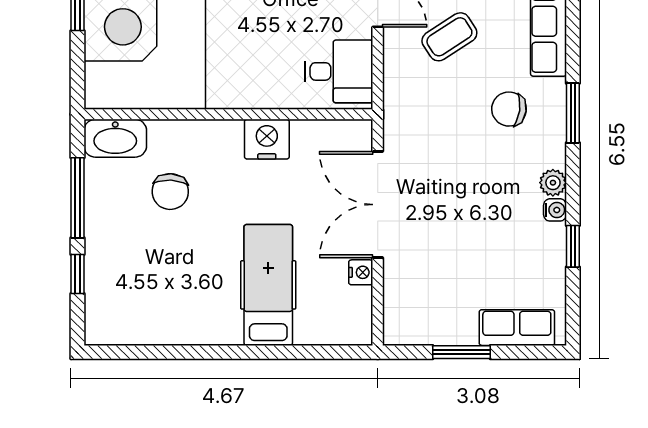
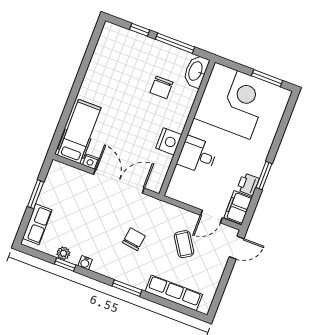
desk: (339, 71) -> (197, 155), moved, turned 90
chair: (509, 109) -> (134, 239), moved
plant: (553, 183) -> (63, 253), moved
chair: (170, 192) -> (161, 87), turned -93
hospital bed: (268, 285) -> (79, 131), moved, turned -90

